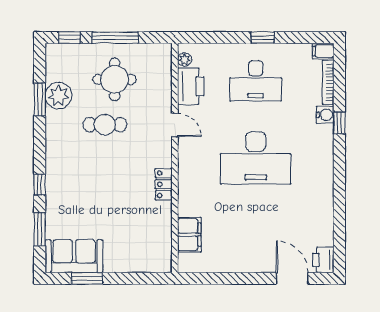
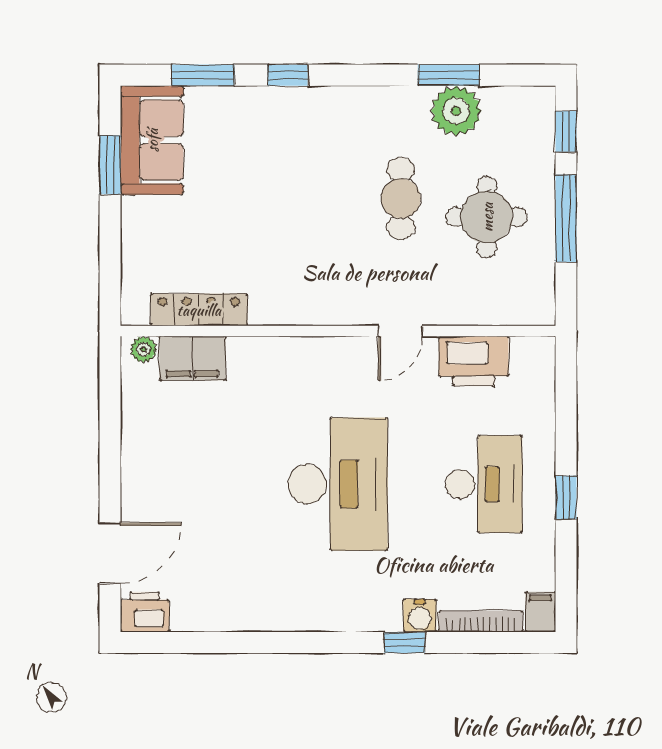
plant: (184, 59) -> (143, 349), moved
desk: (256, 81) -> (484, 484), turned 180
desk: (256, 158) -> (338, 484), turned 180
locker: (164, 184) -> (199, 310), moved, width x1.53

